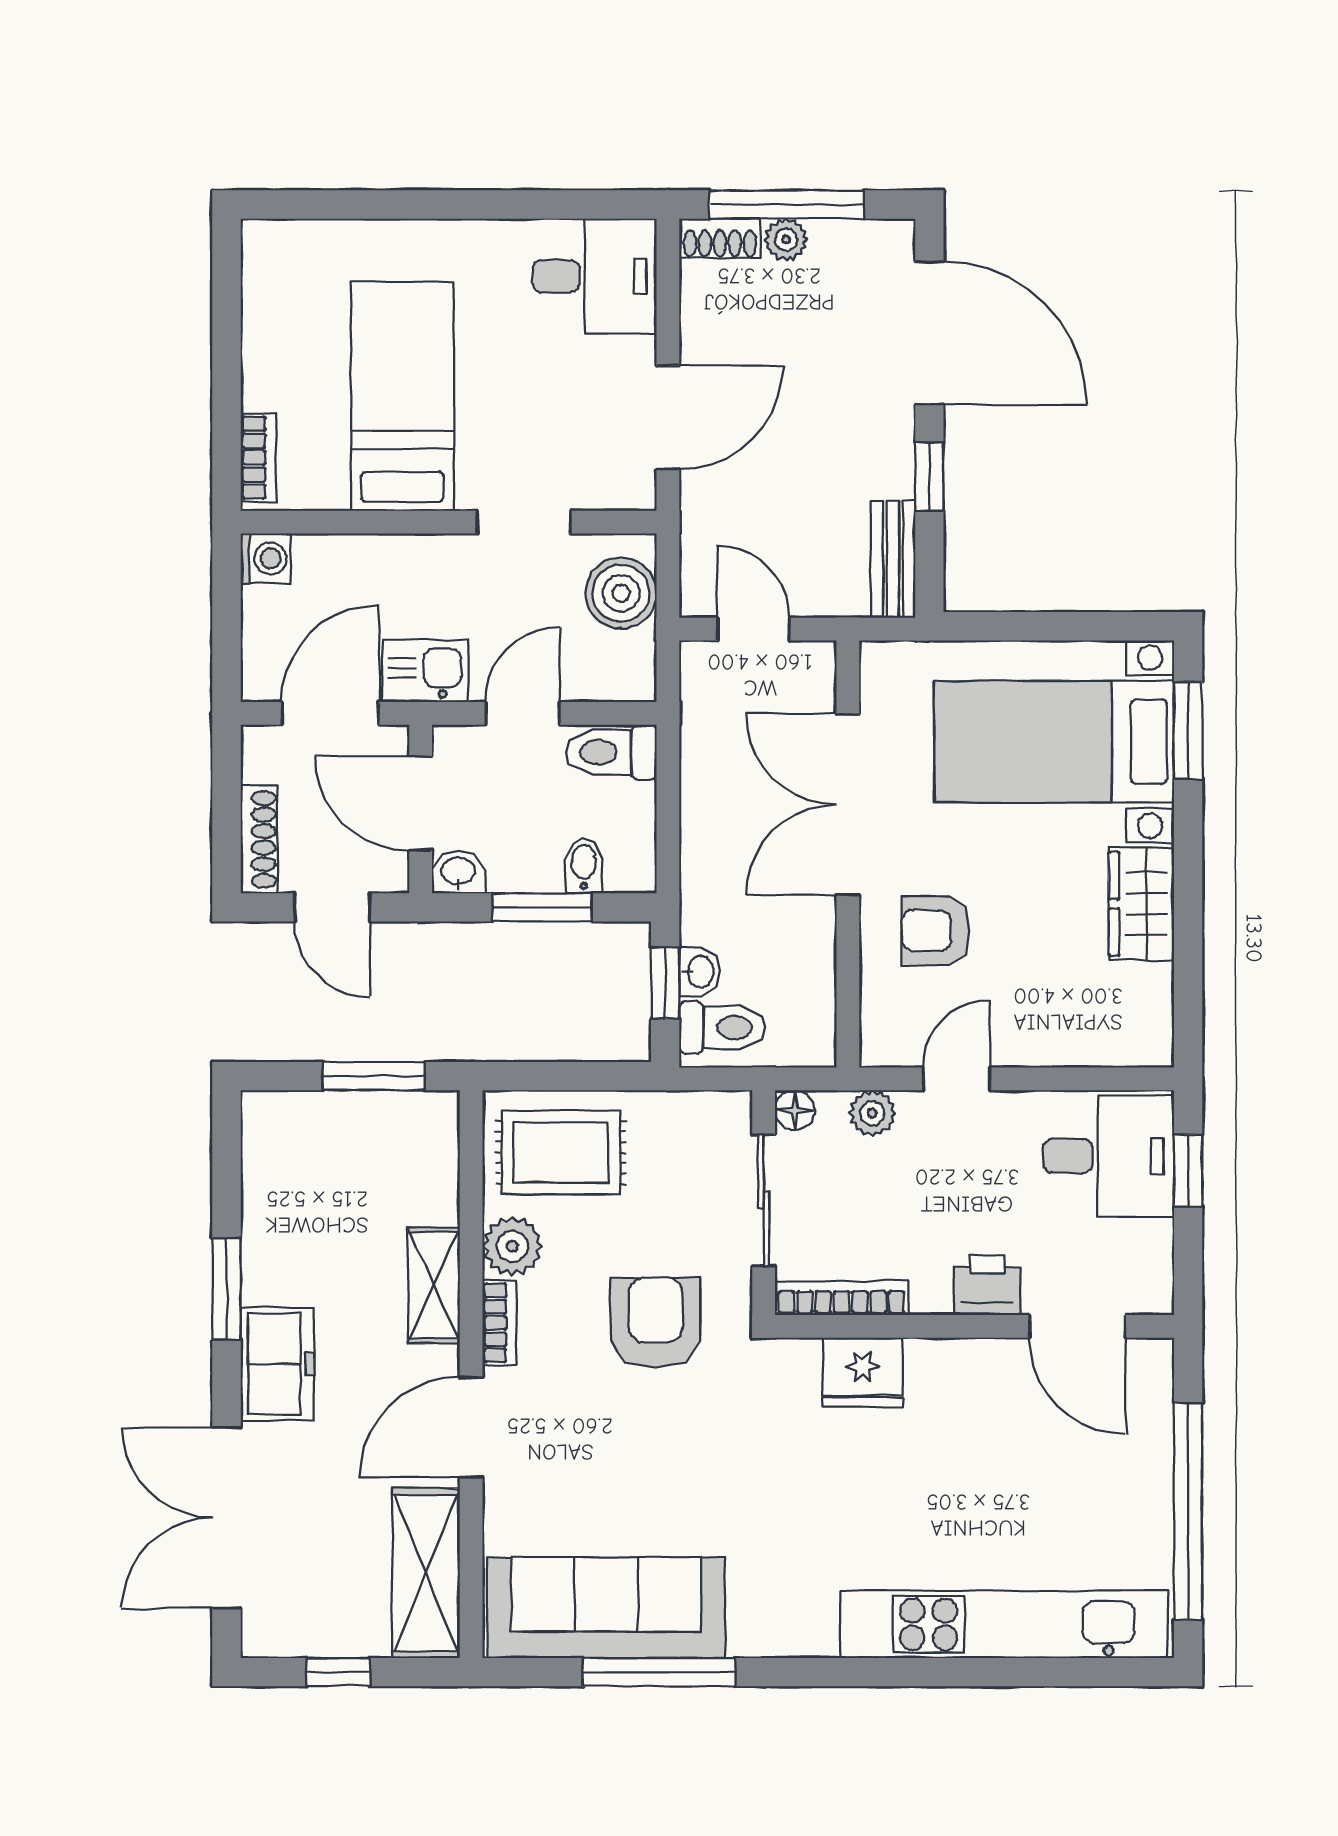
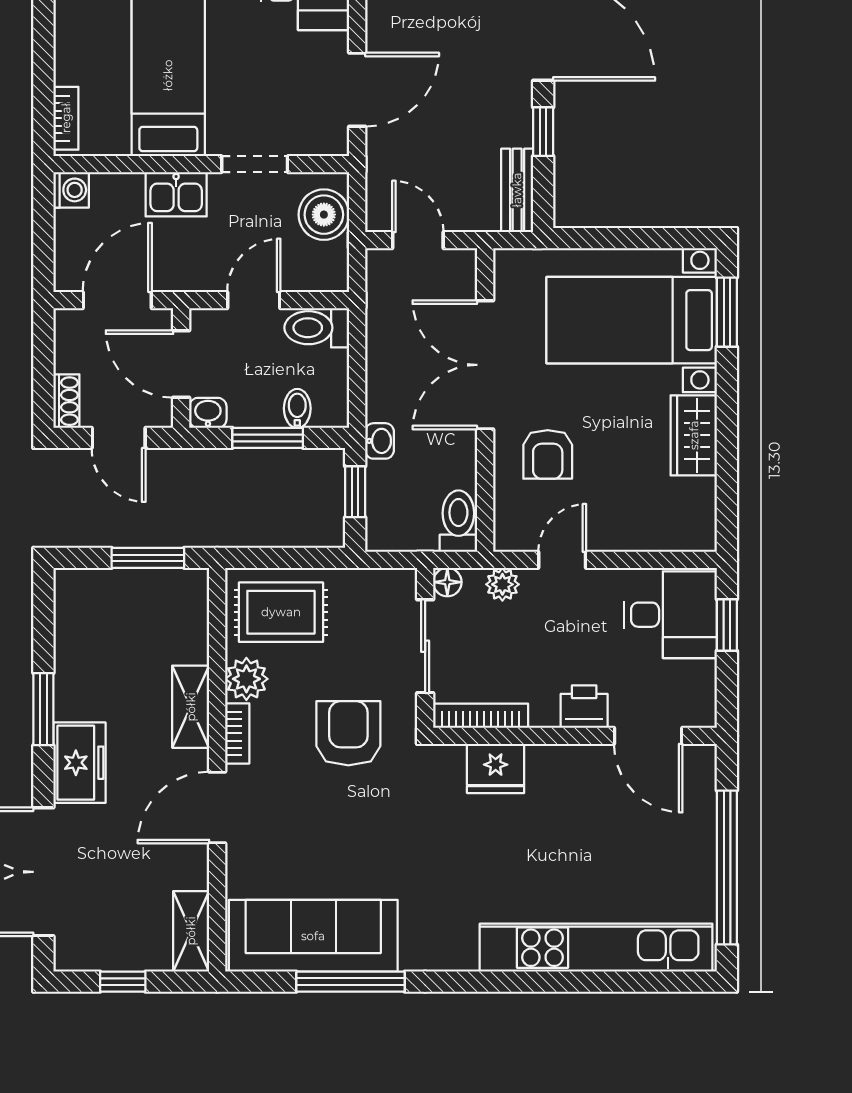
kitchen sink: (425, 671) -> (176, 194), moved, turned 180
shoe rack: (259, 839) -> (66, 401), width x0.70
armchair: (936, 930) -> (548, 454), turned -90
washbasin: (699, 972) -> (380, 441), moved
toilet: (722, 1027) -> (458, 521), moved, turned -90
shelving: (426, 1573) -> (191, 931), width x0.67, depth x0.75

